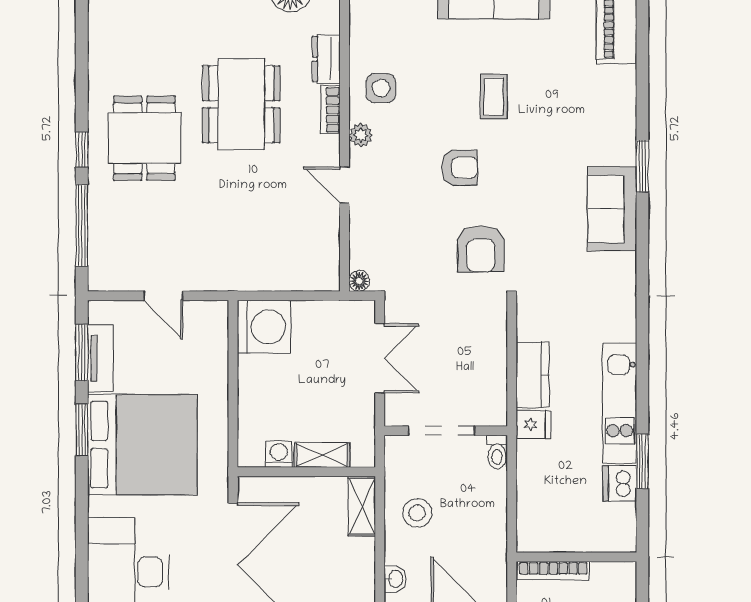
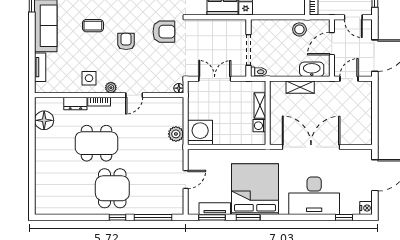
dining table: (144, 138) -> (112, 188), turned 90
plant: (261, 275) -> (176, 134), added
toilet: (497, 452) -> (258, 72), moved
shelving: (362, 506) -> (300, 87), moved
stool: (417, 513) -> (299, 29), moved
washbasin: (395, 579) -> (312, 69), width x1.91, depth x1.45

